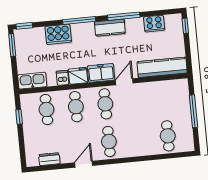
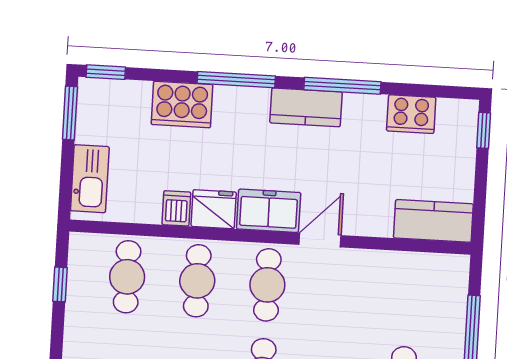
kitchen counter: (162, 67) -> (433, 221), width x0.67
kitchen sink: (32, 81) -> (90, 179), moved, turned 90

